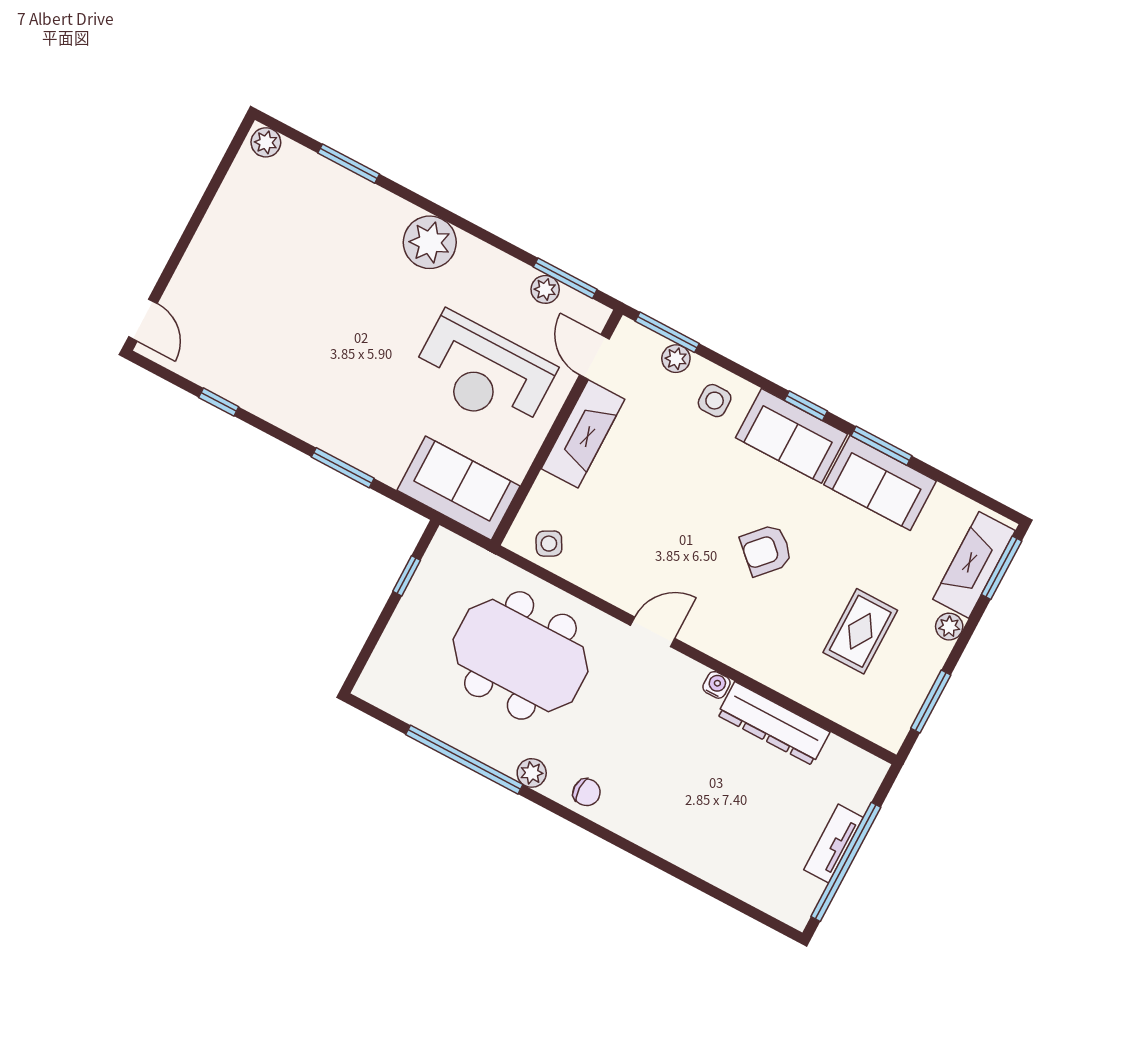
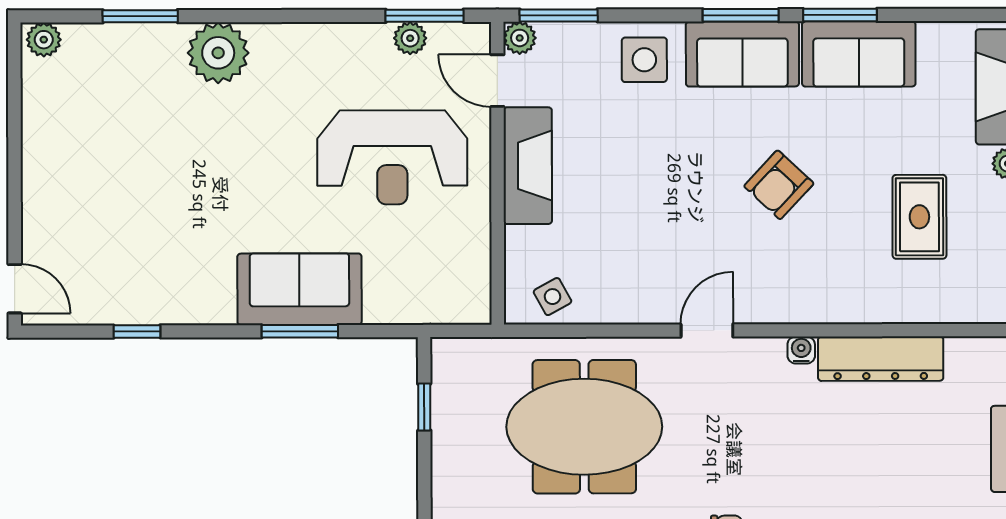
plant: (430, 242) -> (218, 53), moved
plant: (676, 359) -> (520, 38), moved
side table: (715, 401) -> (644, 60), width x1.37, depth x1.37
window: (806, 406) -> (741, 15), width x1.50
sofa: (458, 488) -> (299, 289), moved

